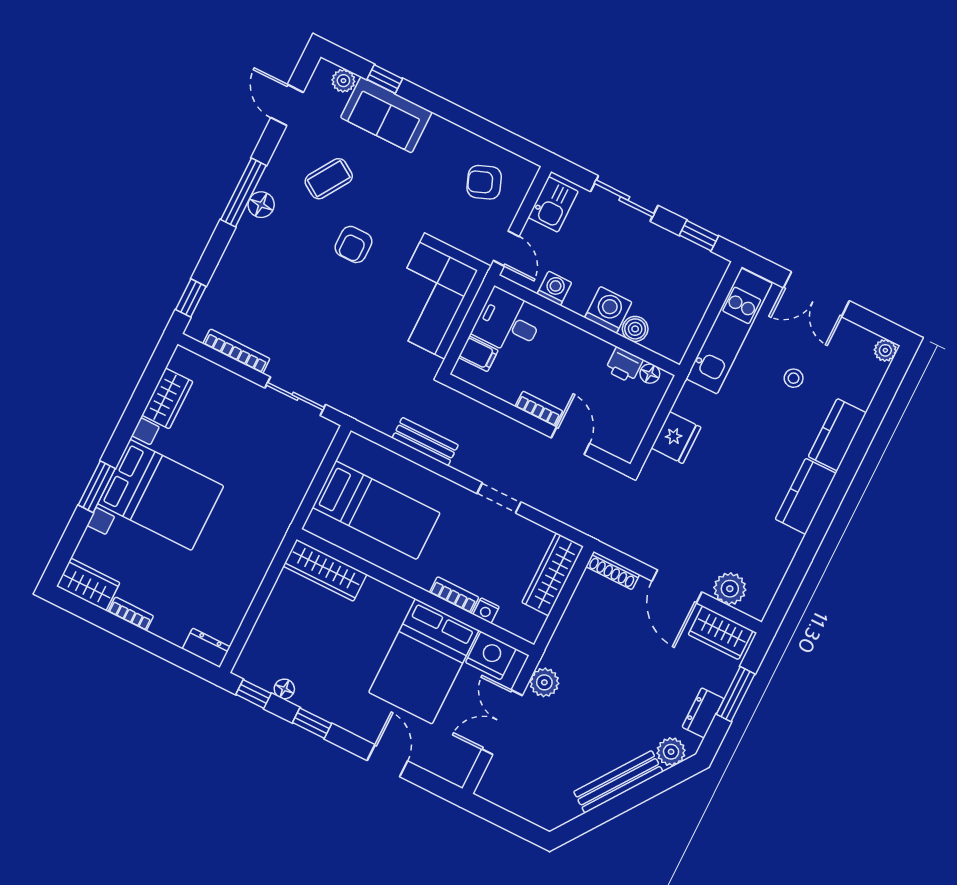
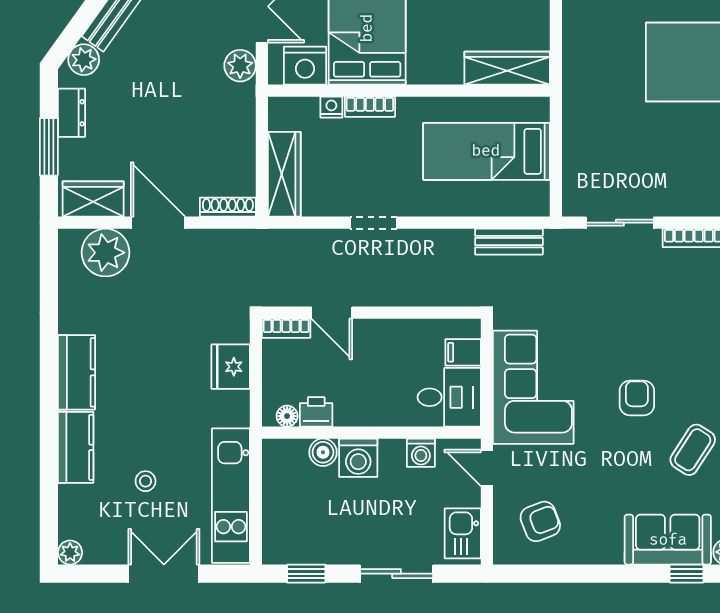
bookcase: (539, 409) -> (286, 328), moved
bench: (425, 442) -> (509, 242), moved
plant: (730, 589) -> (106, 253), width x1.36, depth x1.36

